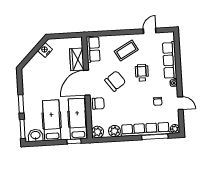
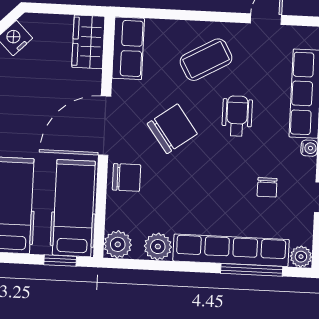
wardrobe: (77, 59) -> (88, 42), moved

